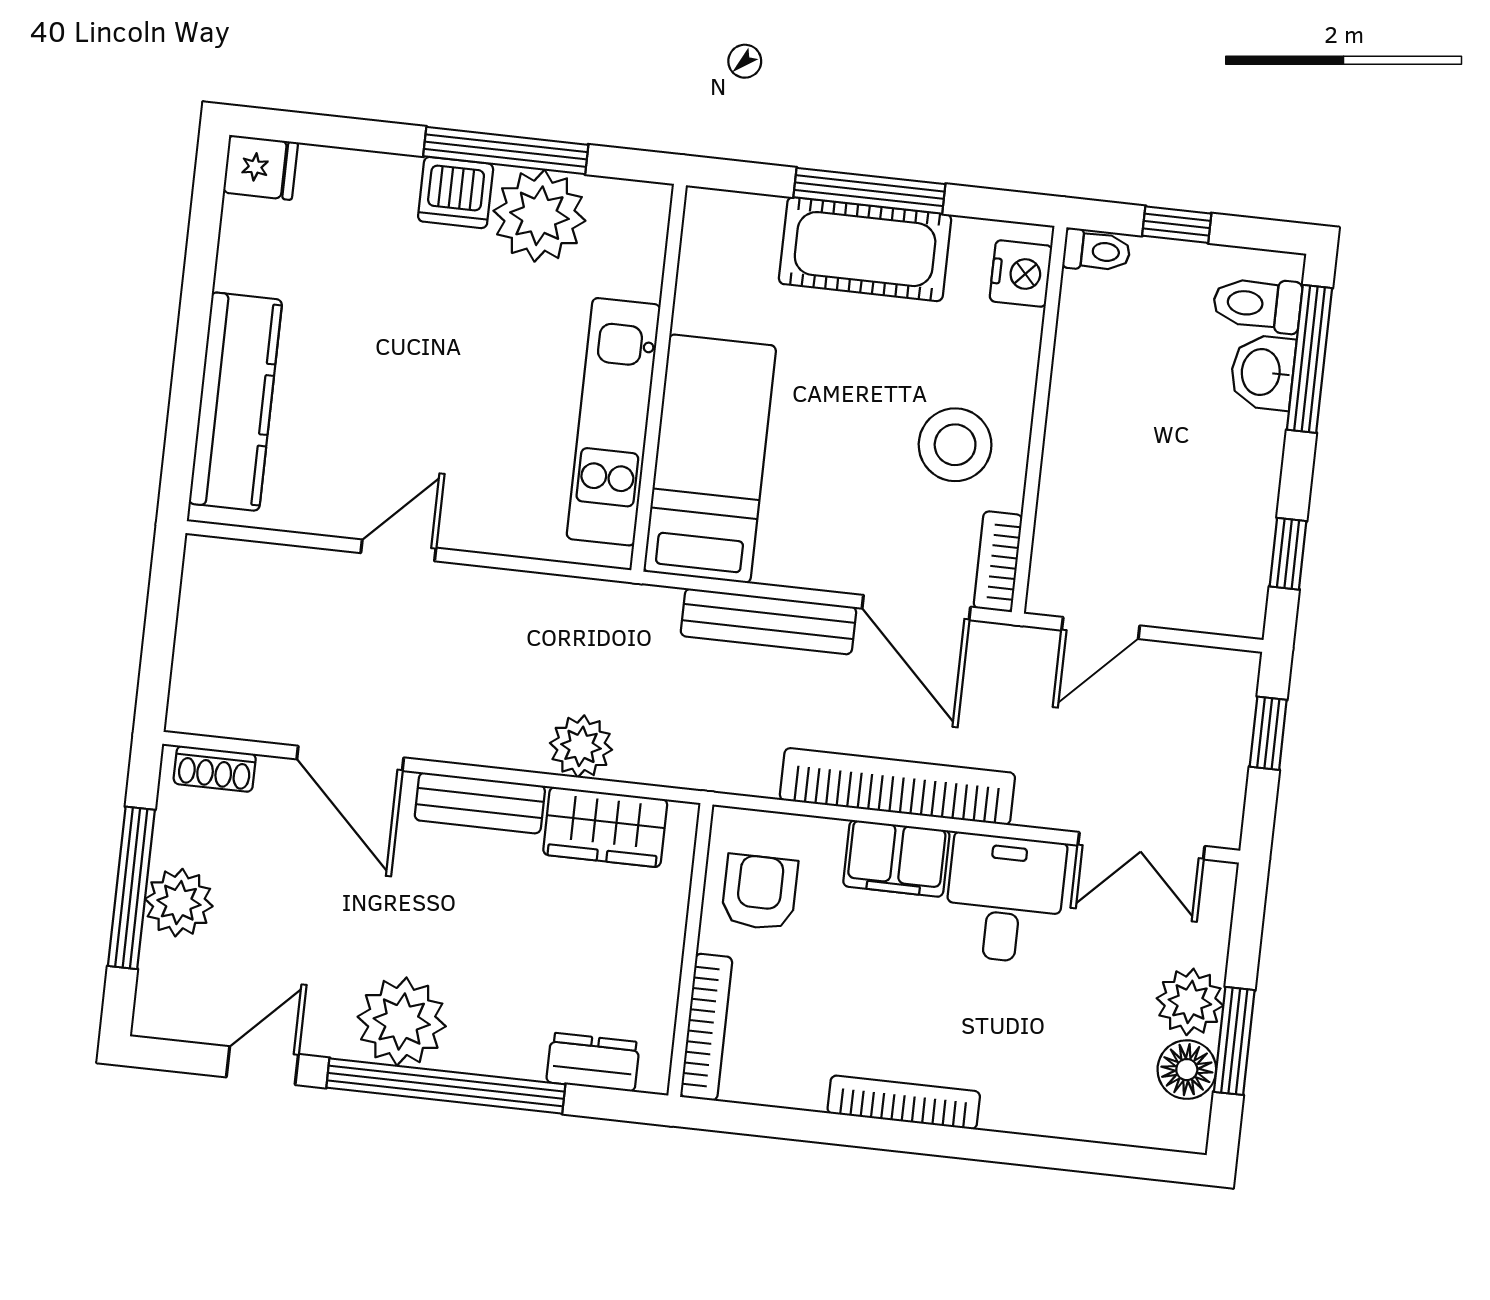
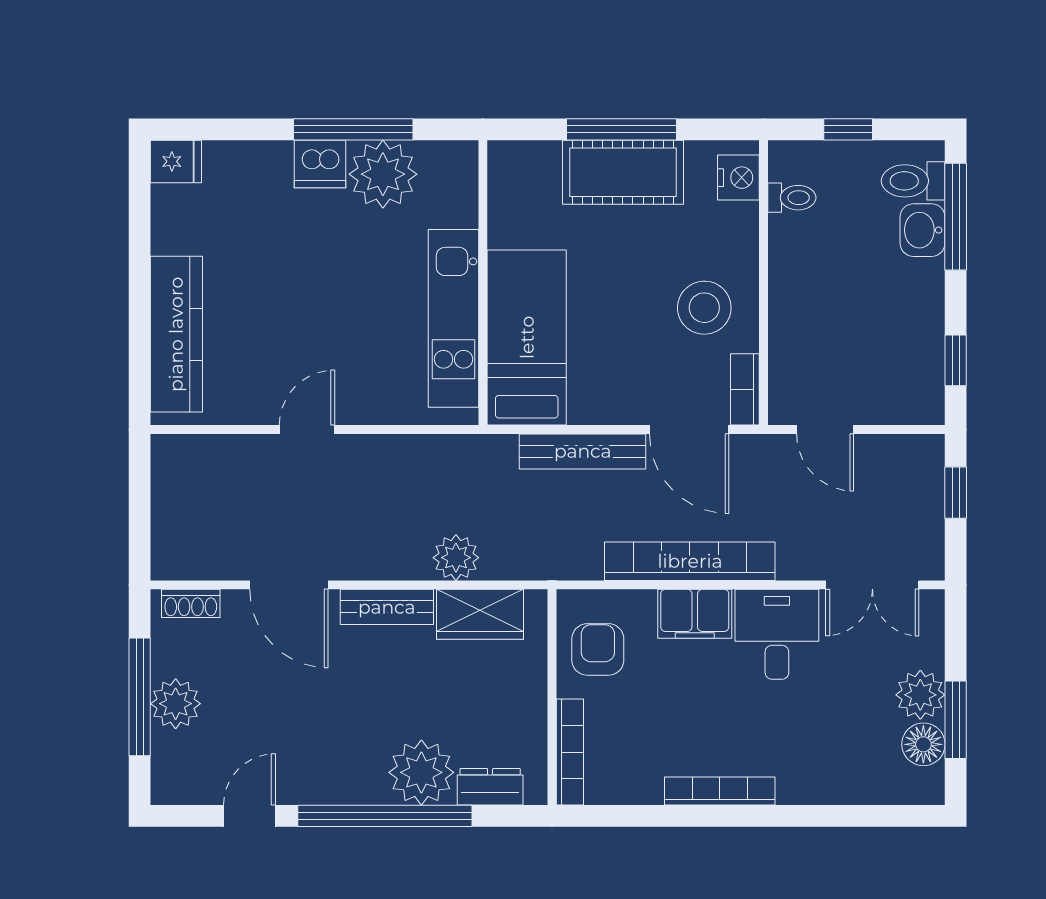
toilet: (1097, 251) -> (792, 198), moved
door: (1101, 628) -> (825, 429), hinge flipped
plant: (402, 1022) -> (421, 772), moved

